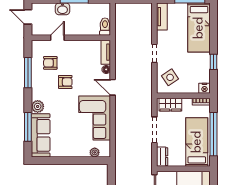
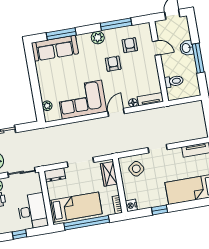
toilet: (105, 27) -> (174, 81), moved
armchair: (65, 82) -> (113, 64), turned 180
plant: (38, 106) -> (98, 38), moved

